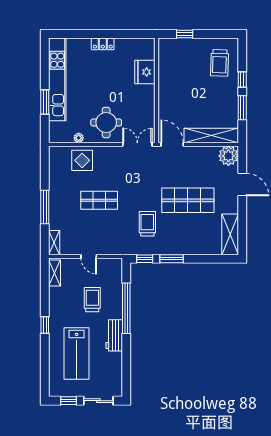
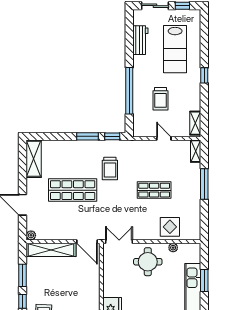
double door: (137, 144) -> (119, 242), swing flipped
plant: (228, 156) -> (31, 235), width x0.53, depth x0.53
workbench: (114, 335) -> (140, 40), moved
lab bench: (77, 353) -> (175, 49), turned 180

